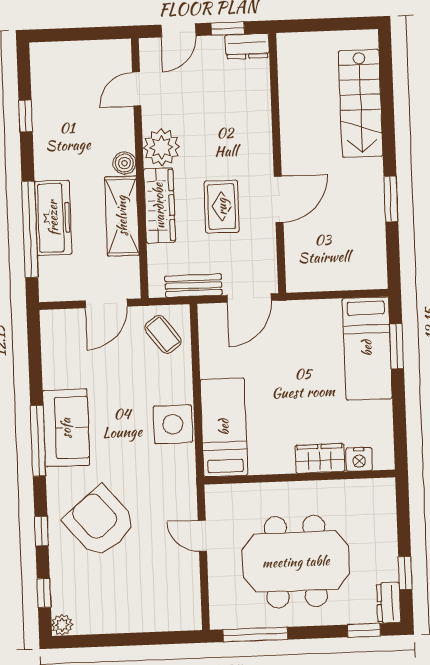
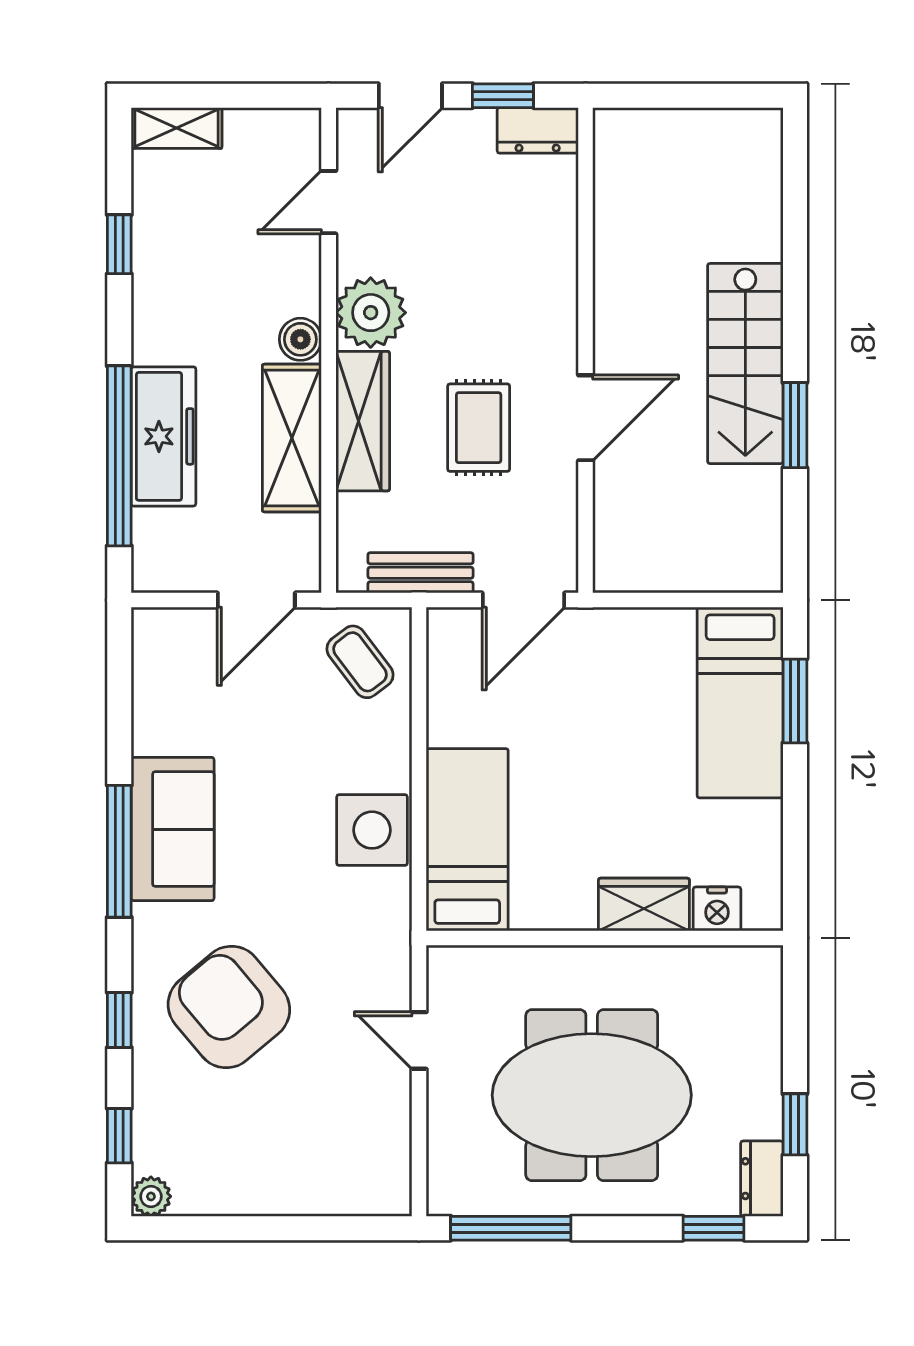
shelving: (54, 52) -> (176, 128), added
stairs: (361, 103) -> (745, 364), moved

